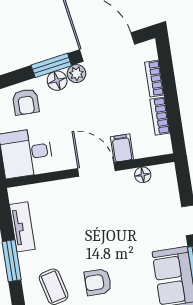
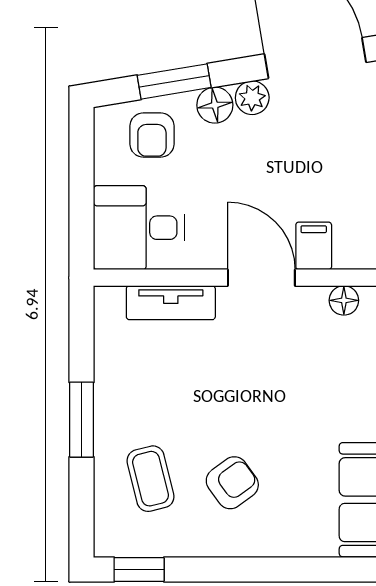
window: (51, 65) -> (174, 81), moved
tv unit: (22, 227) -> (171, 303), moved, turned 90
armchair: (98, 282) -> (232, 483), turned 144

